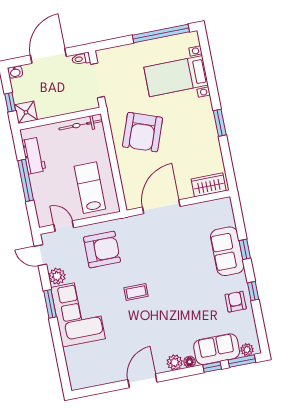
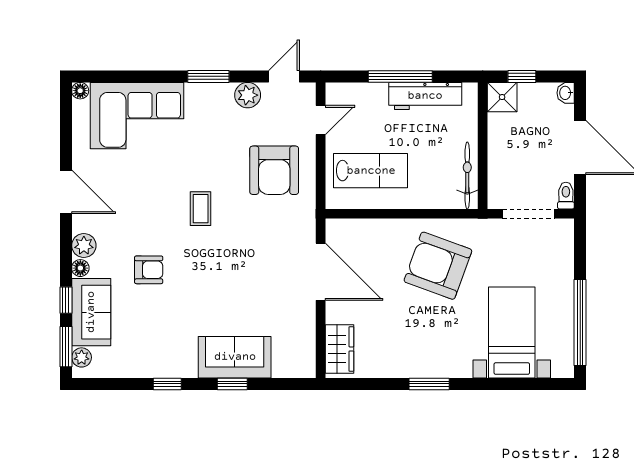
workbench: (34, 156) -> (425, 96), width x1.38
armchair: (236, 302) -> (149, 270), moved
corner sofa: (78, 313) -> (137, 116), moved
floor lamp: (76, 384) -> (80, 91), added

